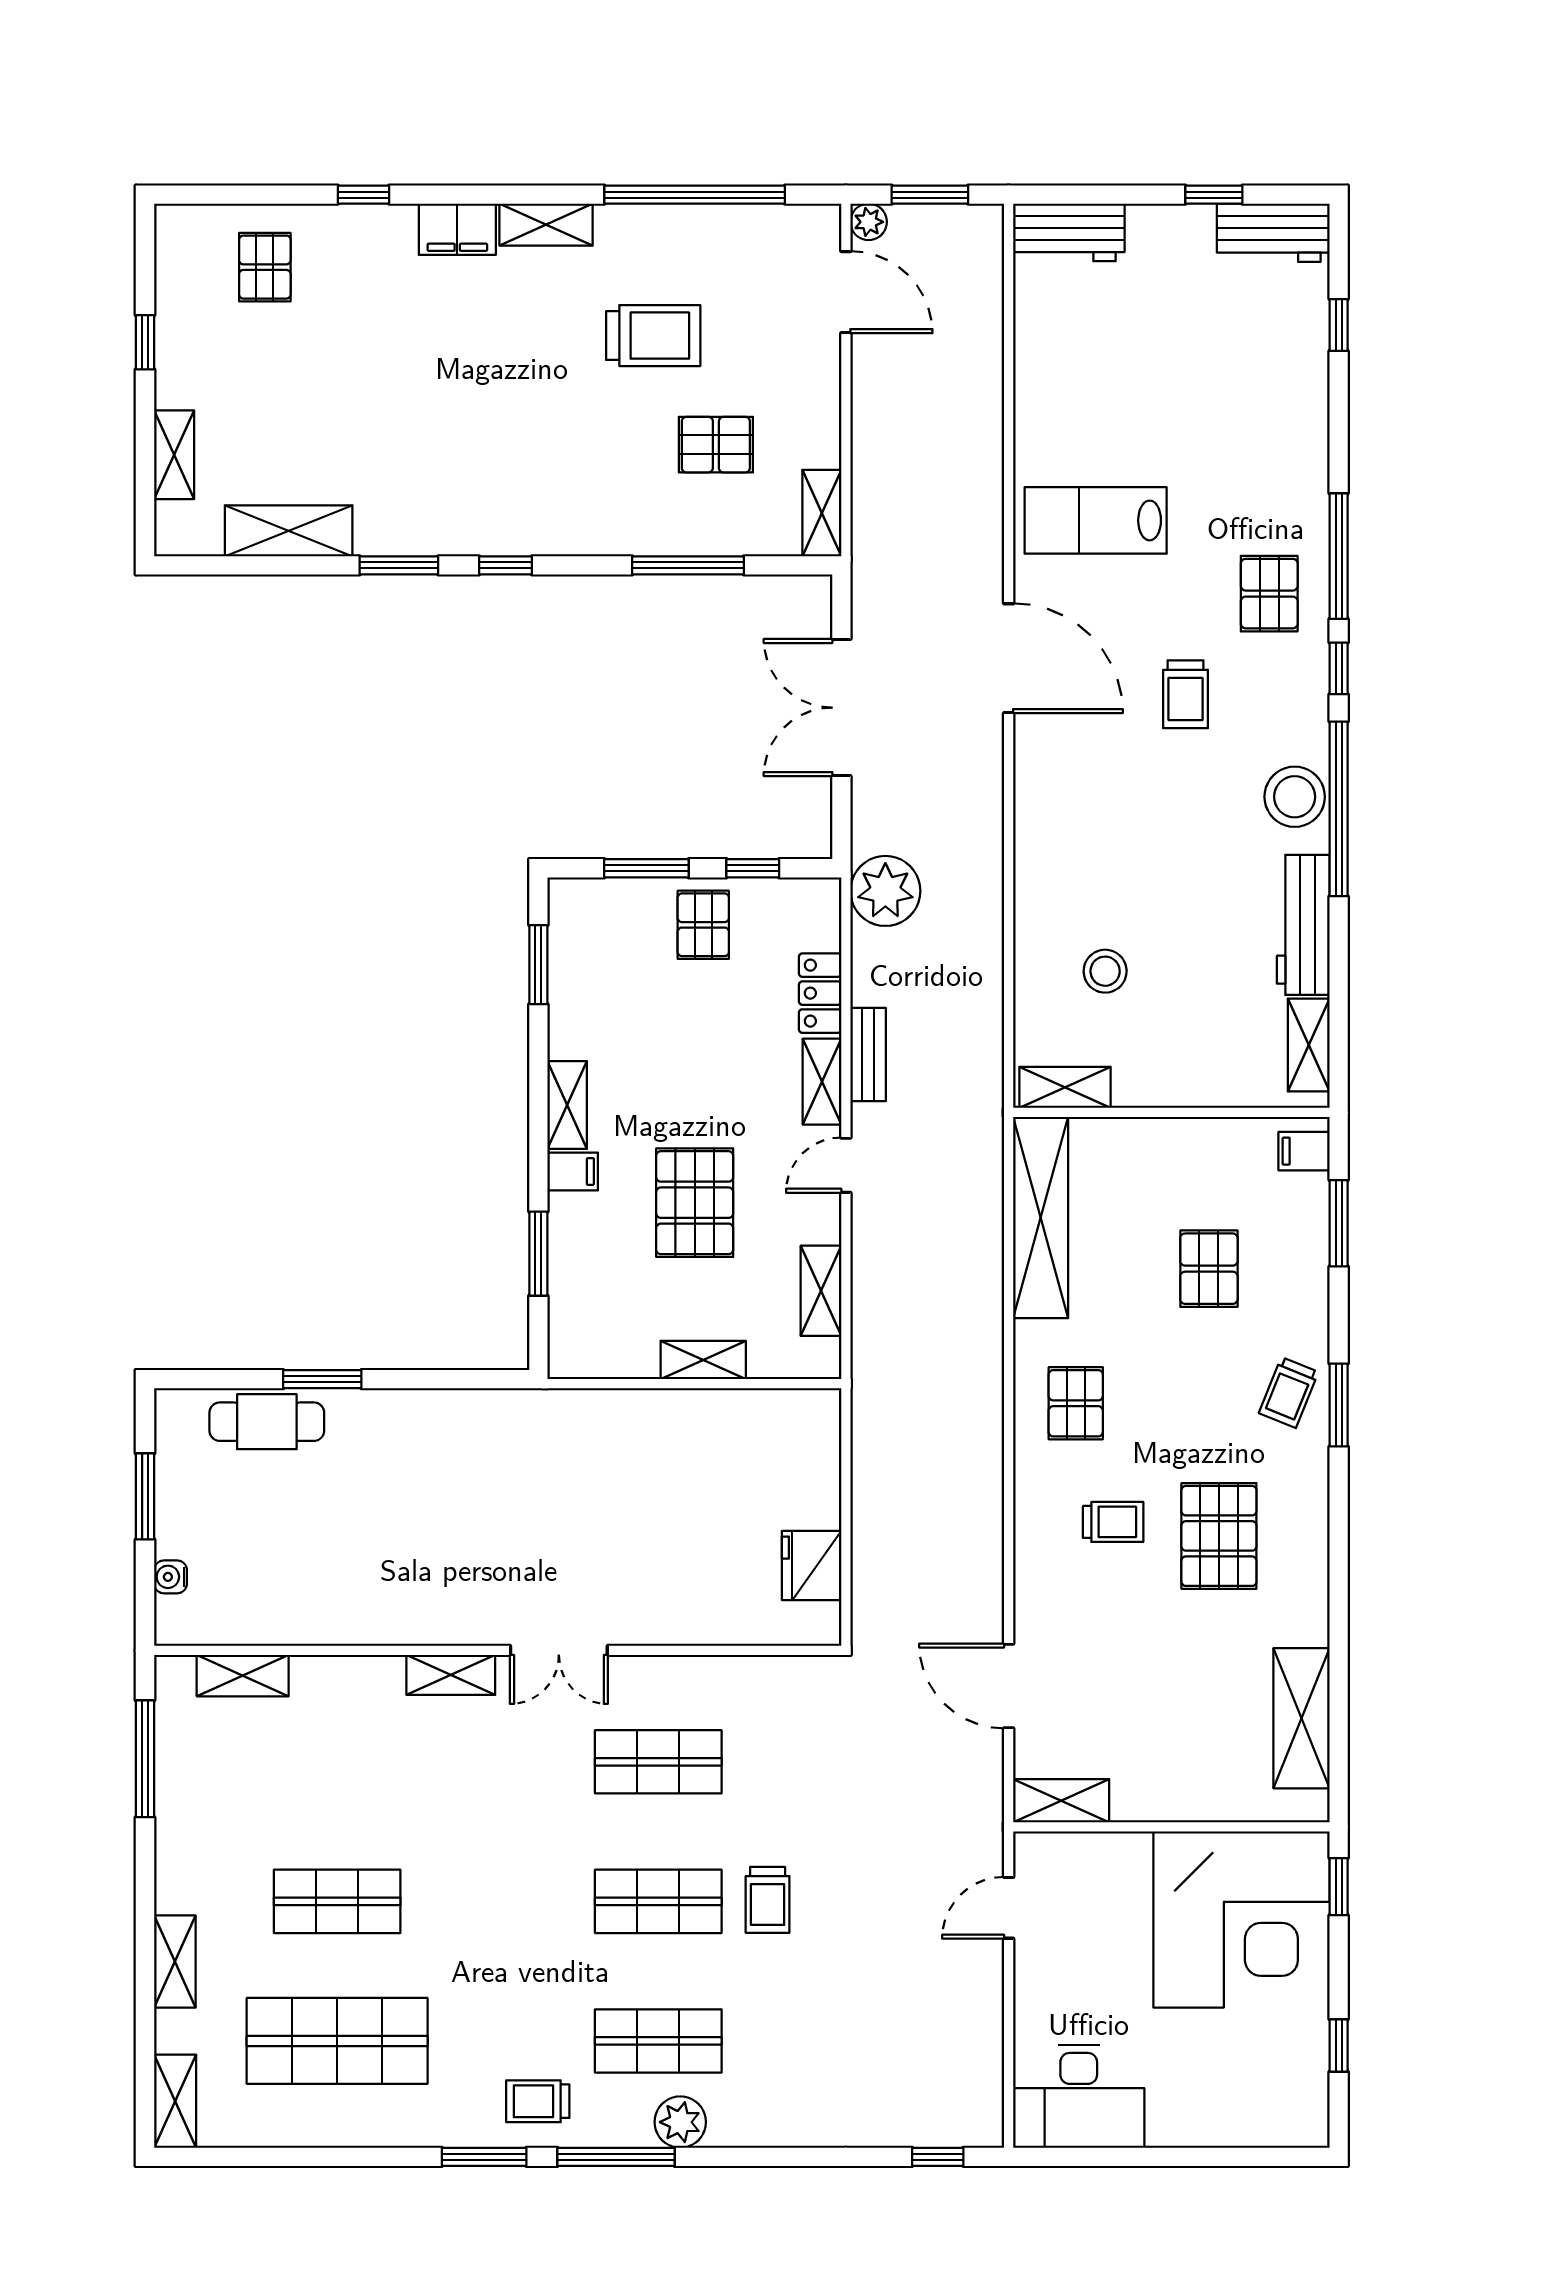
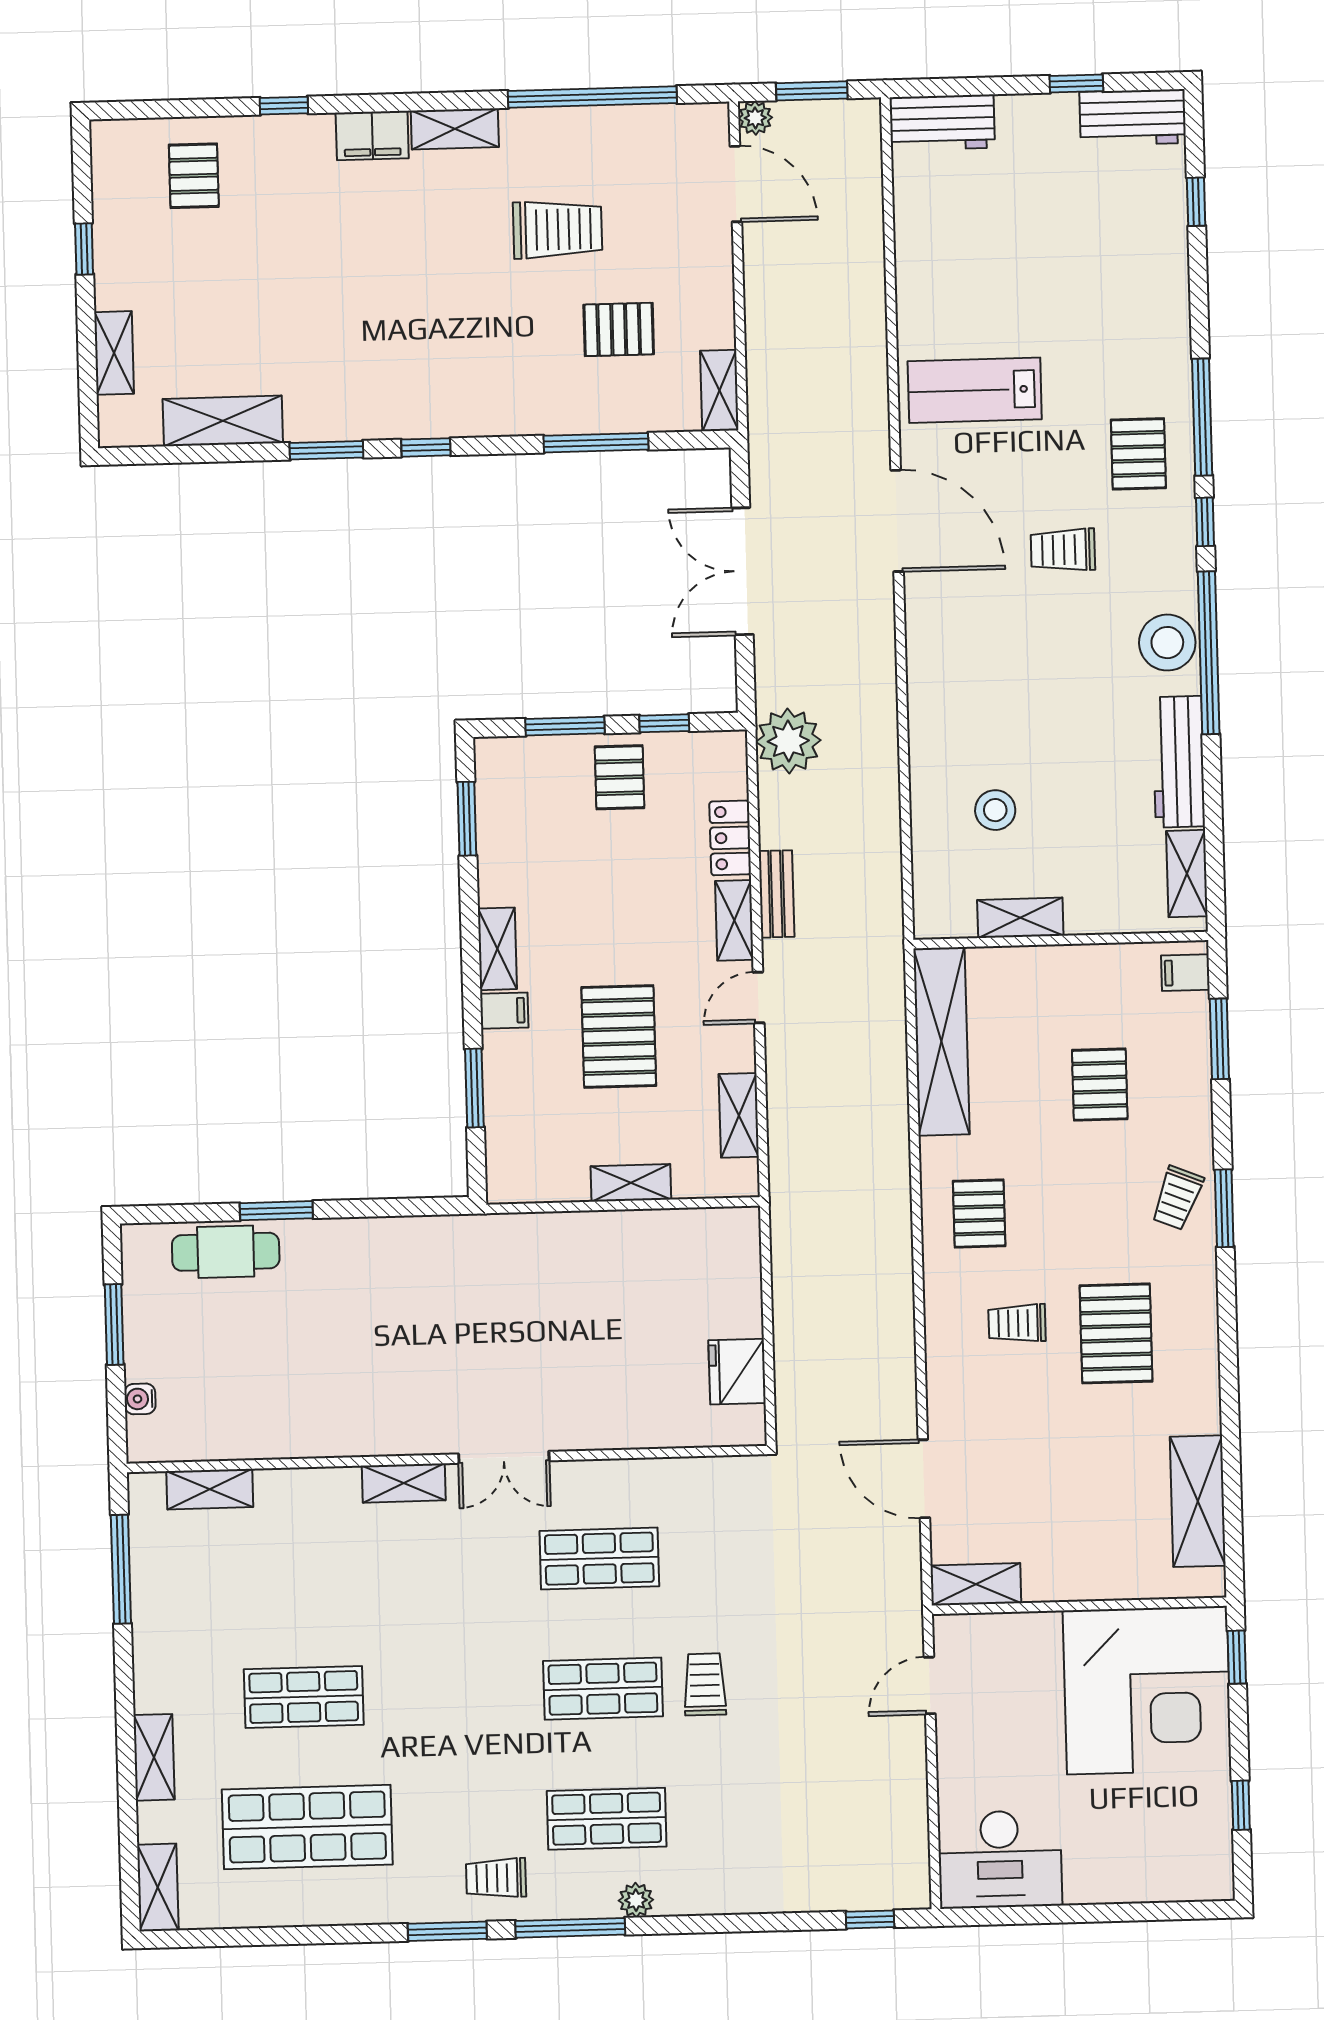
trolley: (1185, 694) -> (1063, 550), turned 90
shelving: (1065, 1087) -> (1020, 918), moved
trolley: (1113, 1522) -> (1017, 1323), turned 180
trolley: (768, 1900) -> (705, 1684), turned 180
plant: (680, 2122) -> (636, 1900), width x0.73, depth x0.73

